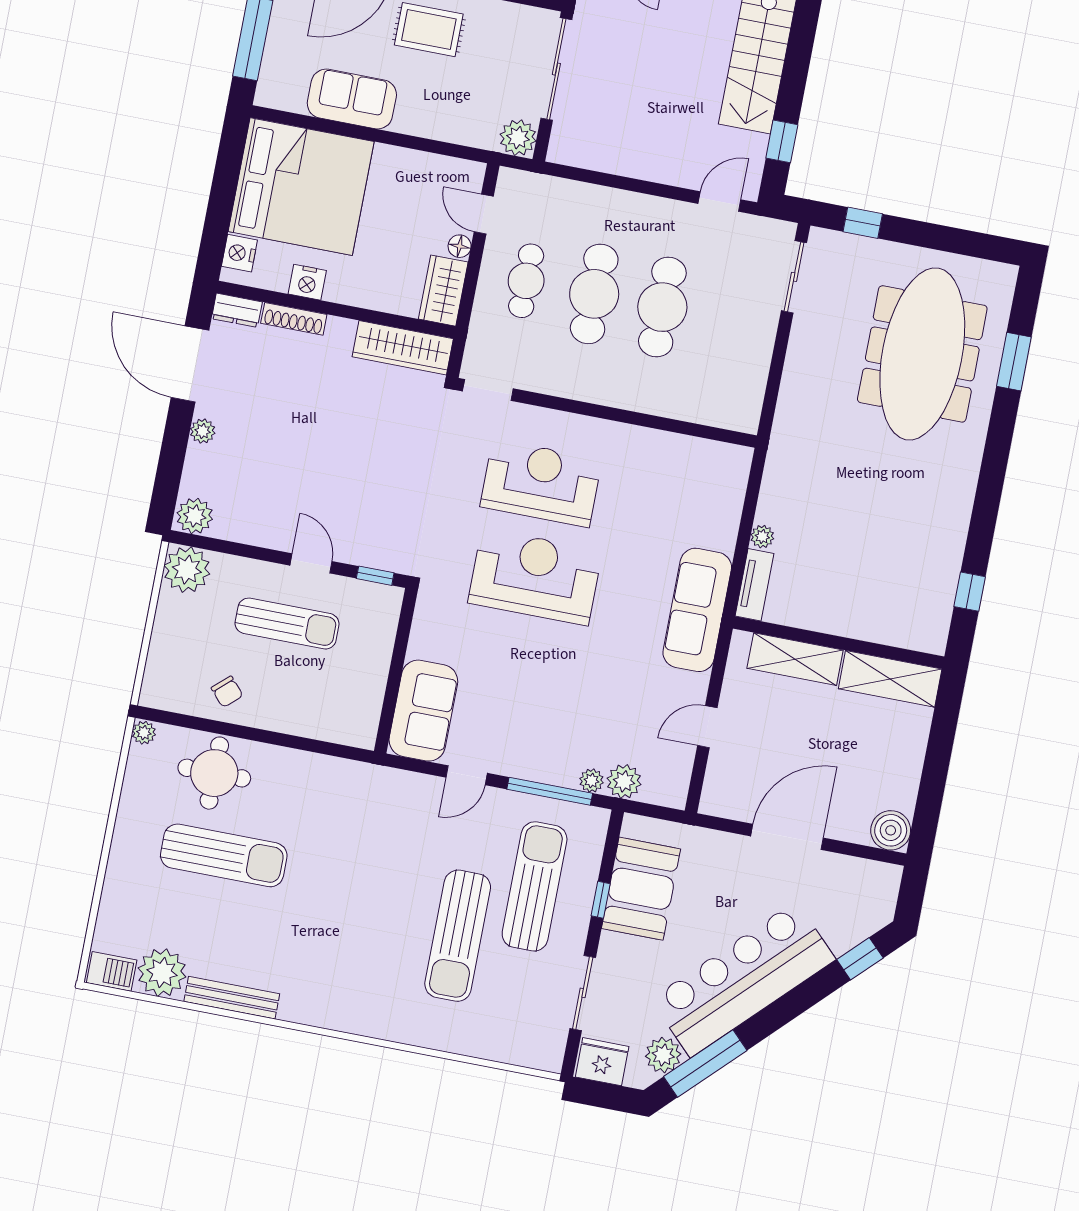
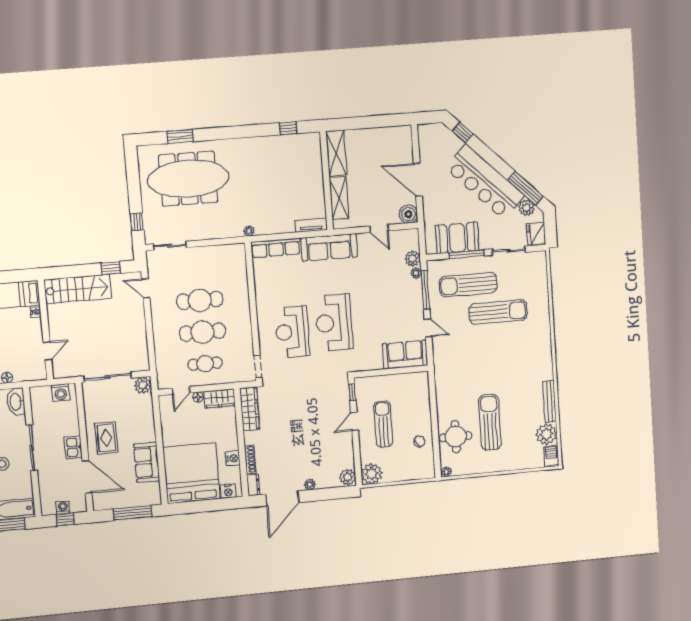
row of seats: (728, 497) -> (276, 248), added
plant: (762, 537) -> (249, 231), moved
boiler: (891, 830) -> (408, 214), moved
window: (601, 900) -> (467, 254), width x2.17

